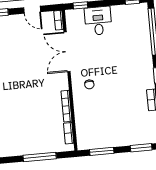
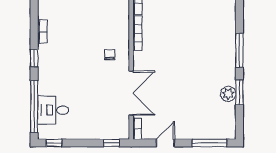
door: (32, 10) -> (165, 143), hinge flipped
desk: (98, 21) -> (53, 110), moved, turned 90

